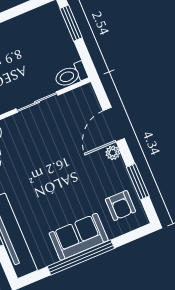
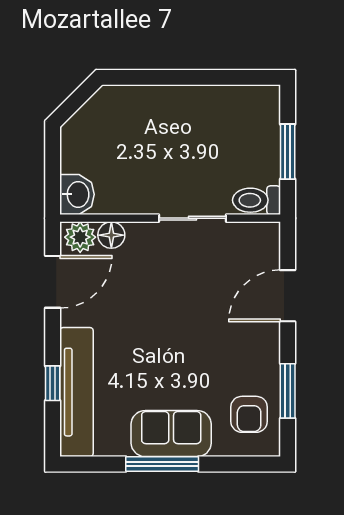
window: (71, 23) -> (288, 152), moved
plant: (113, 153) -> (269, 335), removed
window: (81, 257) -> (162, 464), width x0.68

